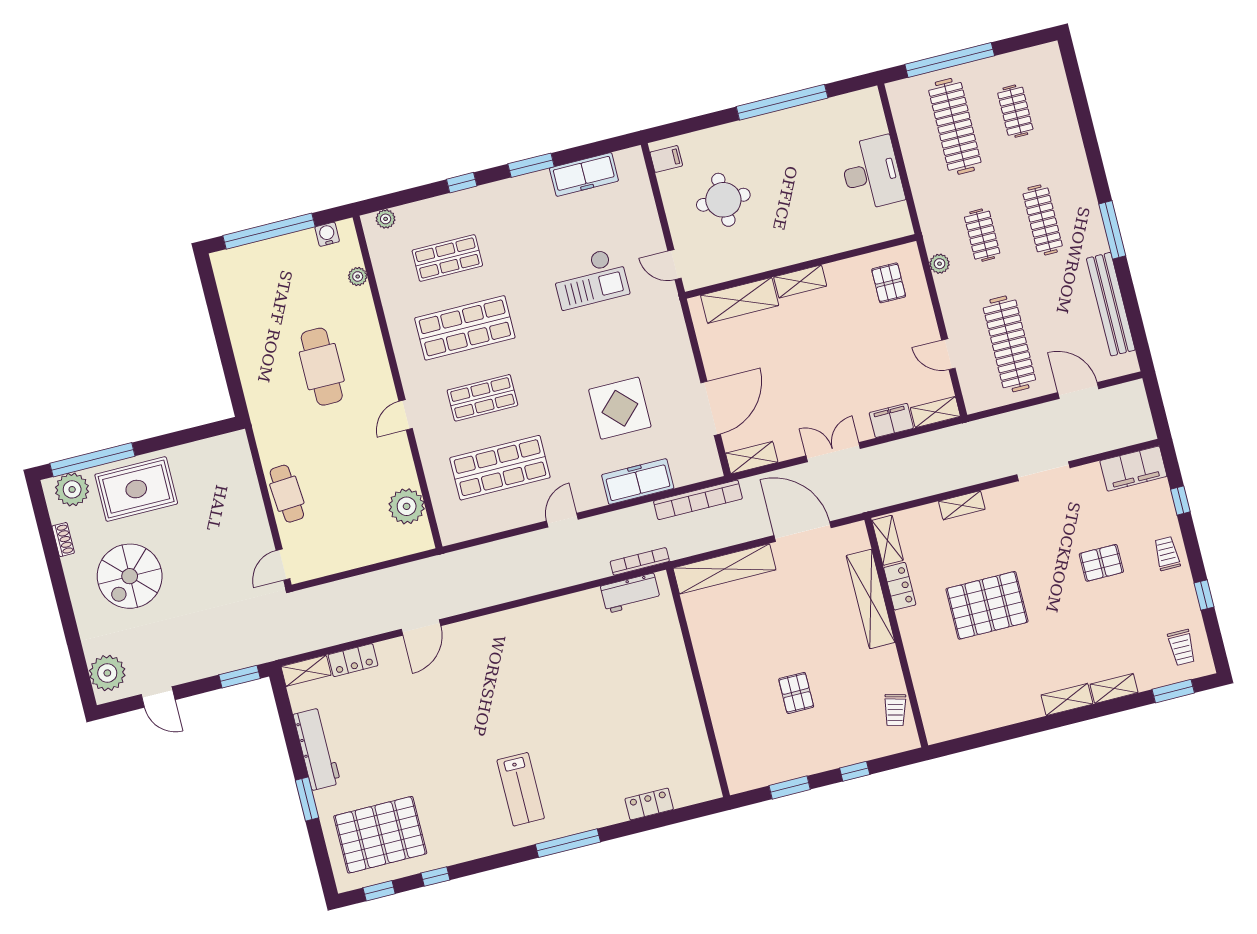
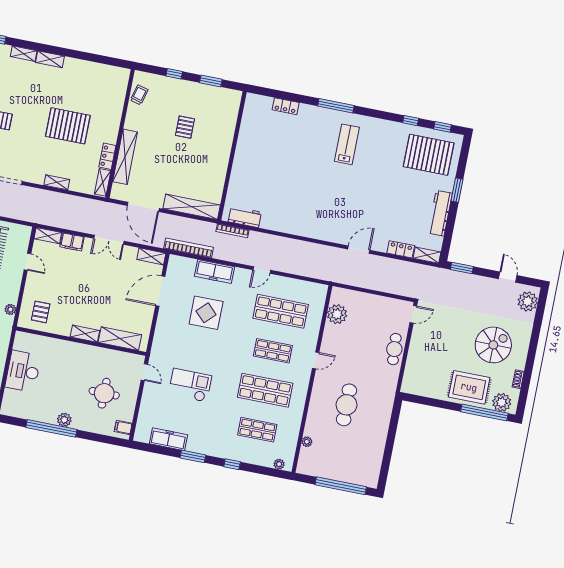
plant: (768, 126) -> (64, 420), added
water cooler: (327, 234) -> (312, 470), removed

